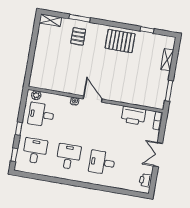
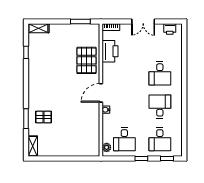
pallet: (120, 41) -> (87, 60), moved
shelving: (167, 60) -> (38, 28), moved
desk: (35, 151) -> (160, 139), turned -90
desk: (68, 157) -> (160, 106), turned 90

